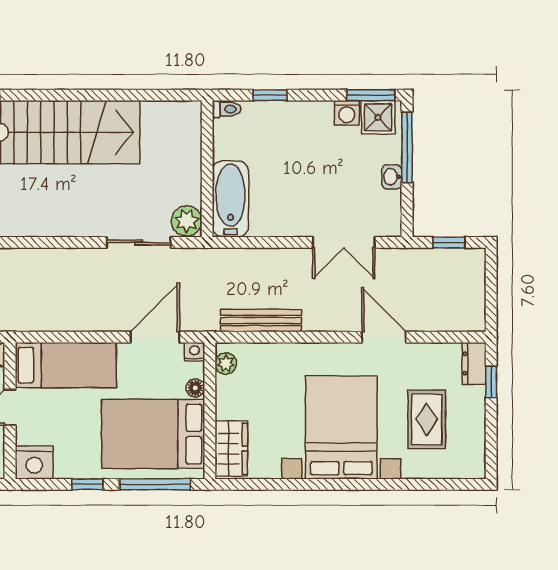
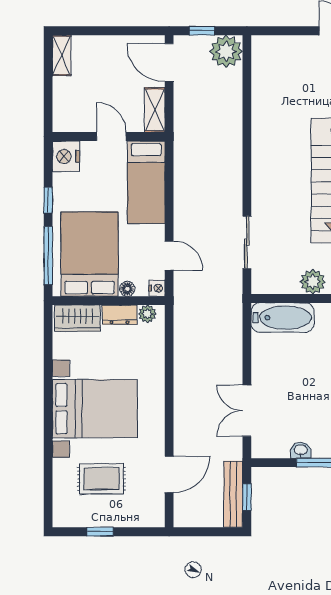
plant: (187, 221) -> (313, 282), moved
bench: (261, 320) -> (233, 494), moved
door: (155, 337) -> (169, 256), width x0.73
door: (384, 337) -> (169, 474), moved
dresser: (474, 363) -> (119, 315), moved, turned 180
window: (491, 382) -> (100, 532), moved

